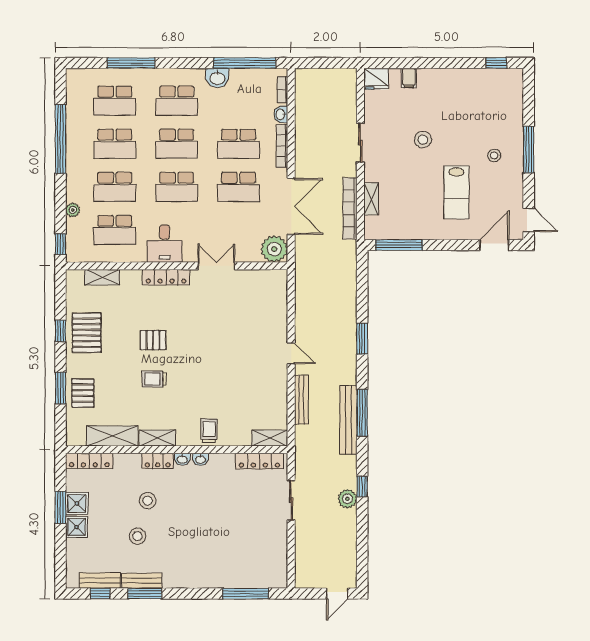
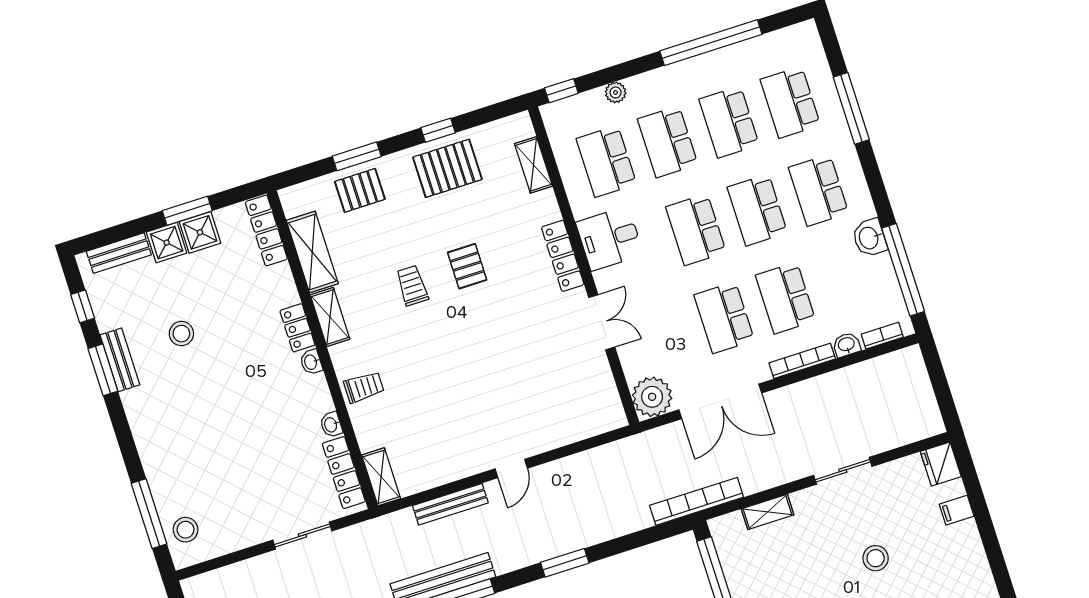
bookcase: (350, 208) -> (697, 501), moved
washbasin: (200, 459) -> (331, 425), moved
stool: (148, 501) -> (186, 530), moved
bench: (100, 581) -> (119, 253), moved, turned 90

